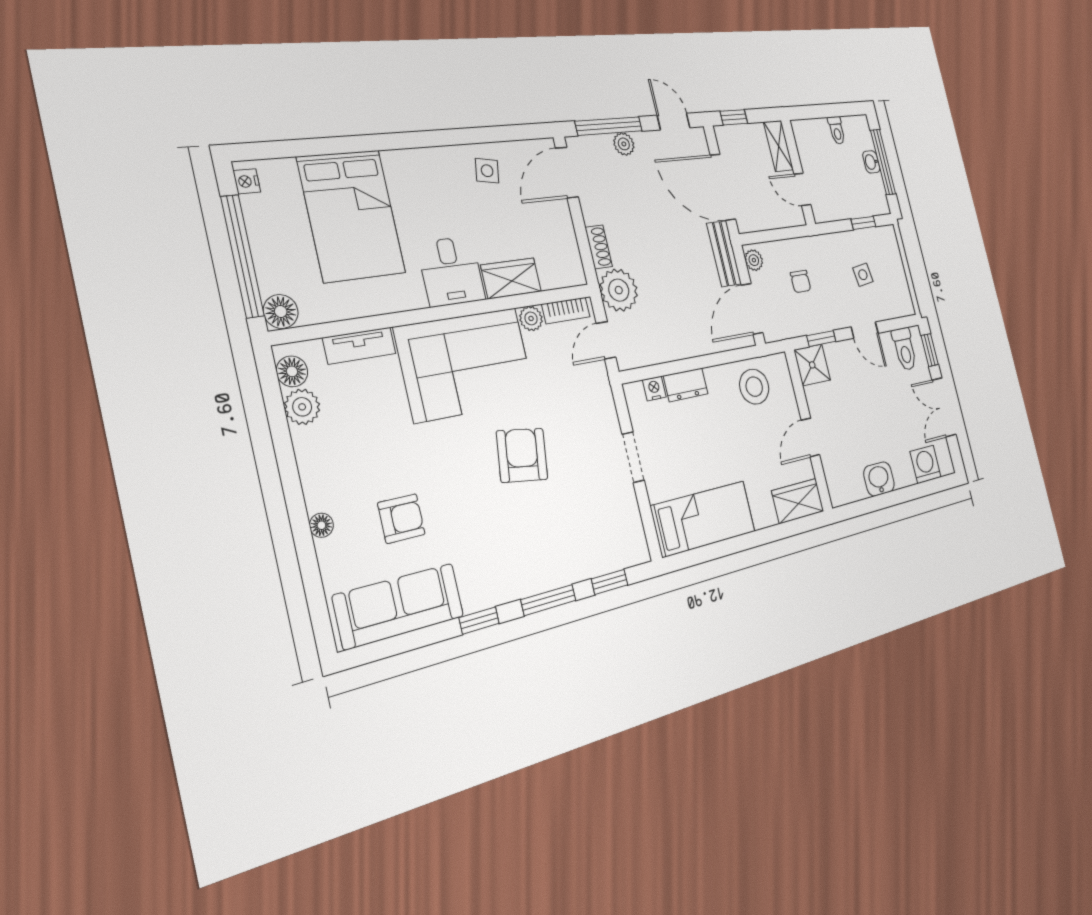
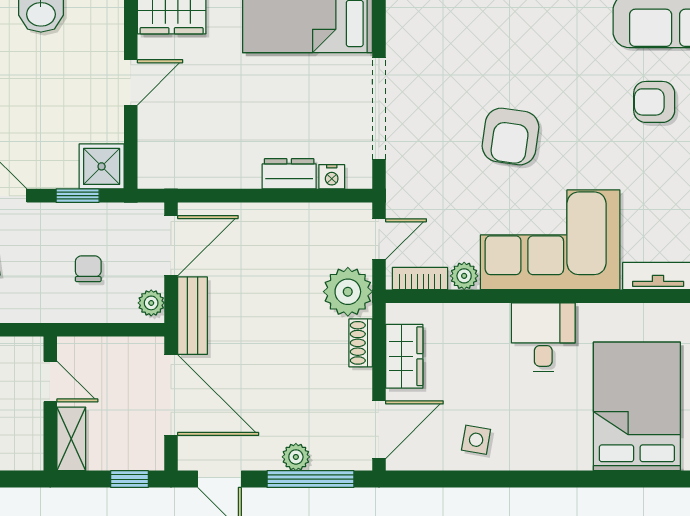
wardrobe: (511, 278) -> (404, 356), moved, turned -90
stool: (754, 387) -> (195, 155), removed
doorway: (633, 457) -> (379, 108), width x1.87

